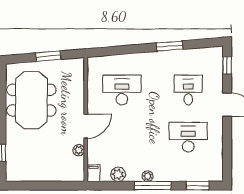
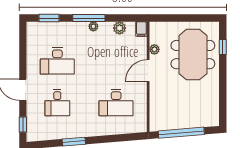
window: (48, 56) -> (181, 133), width x2.11
meeting table: (31, 100) -> (193, 55), moved

